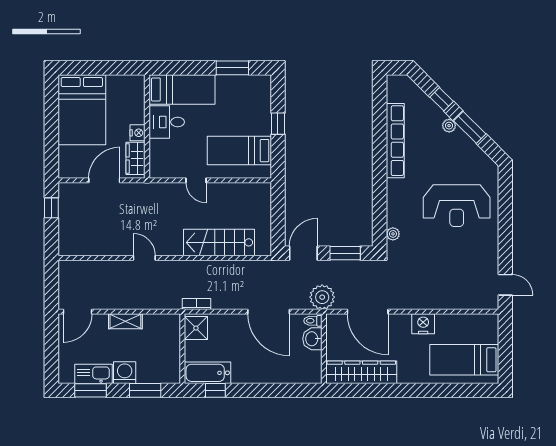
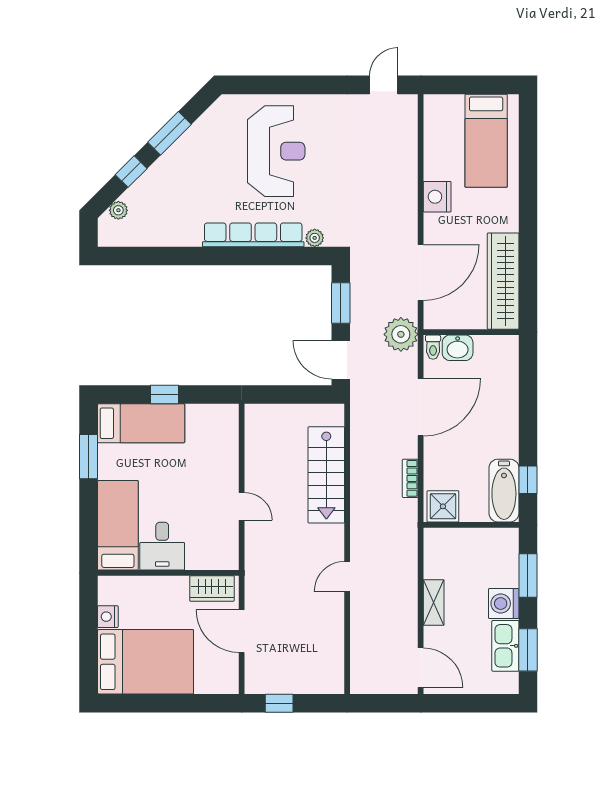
plant: (449, 126) -> (118, 210), moved
nightstand: (138, 133) -> (108, 617), moved, turned -90
row of seats: (395, 141) -> (253, 235), moved
bed: (239, 151) -> (141, 423), moved, turned -90
door: (196, 180) -> (242, 506), hinge flipped
bookcase: (197, 304) -> (410, 478), moved

